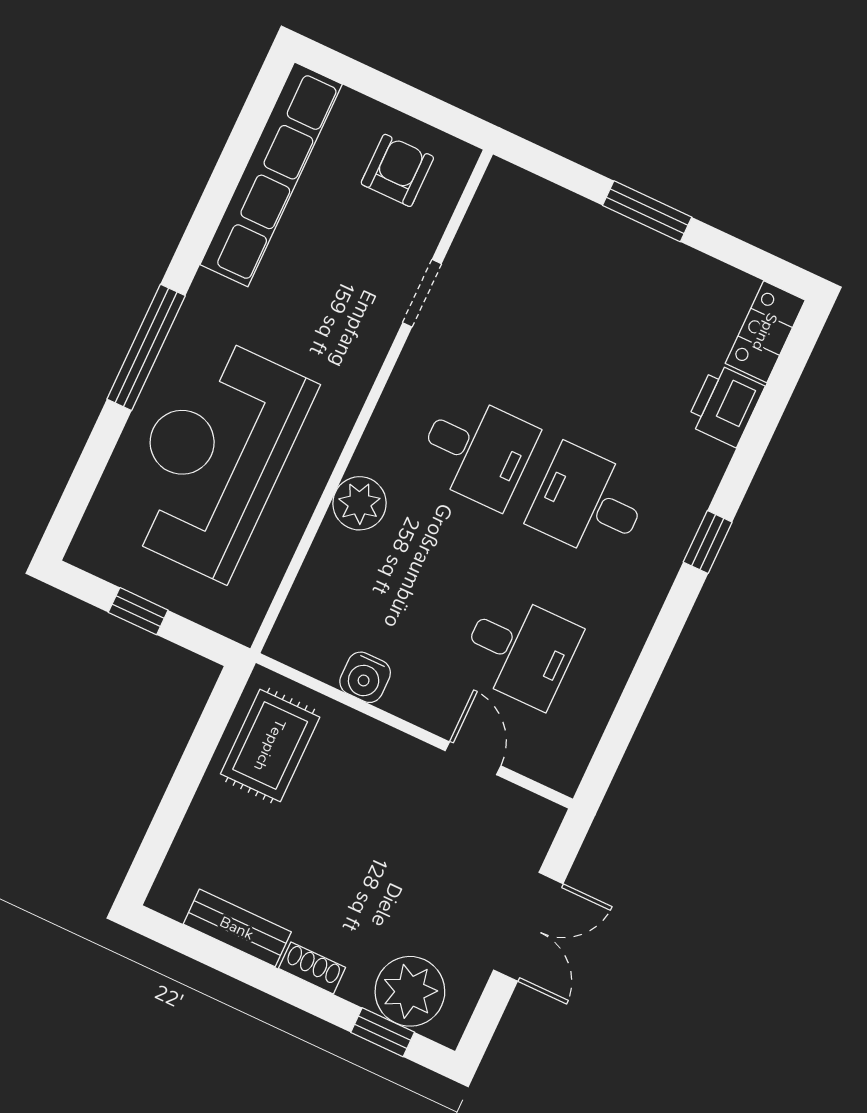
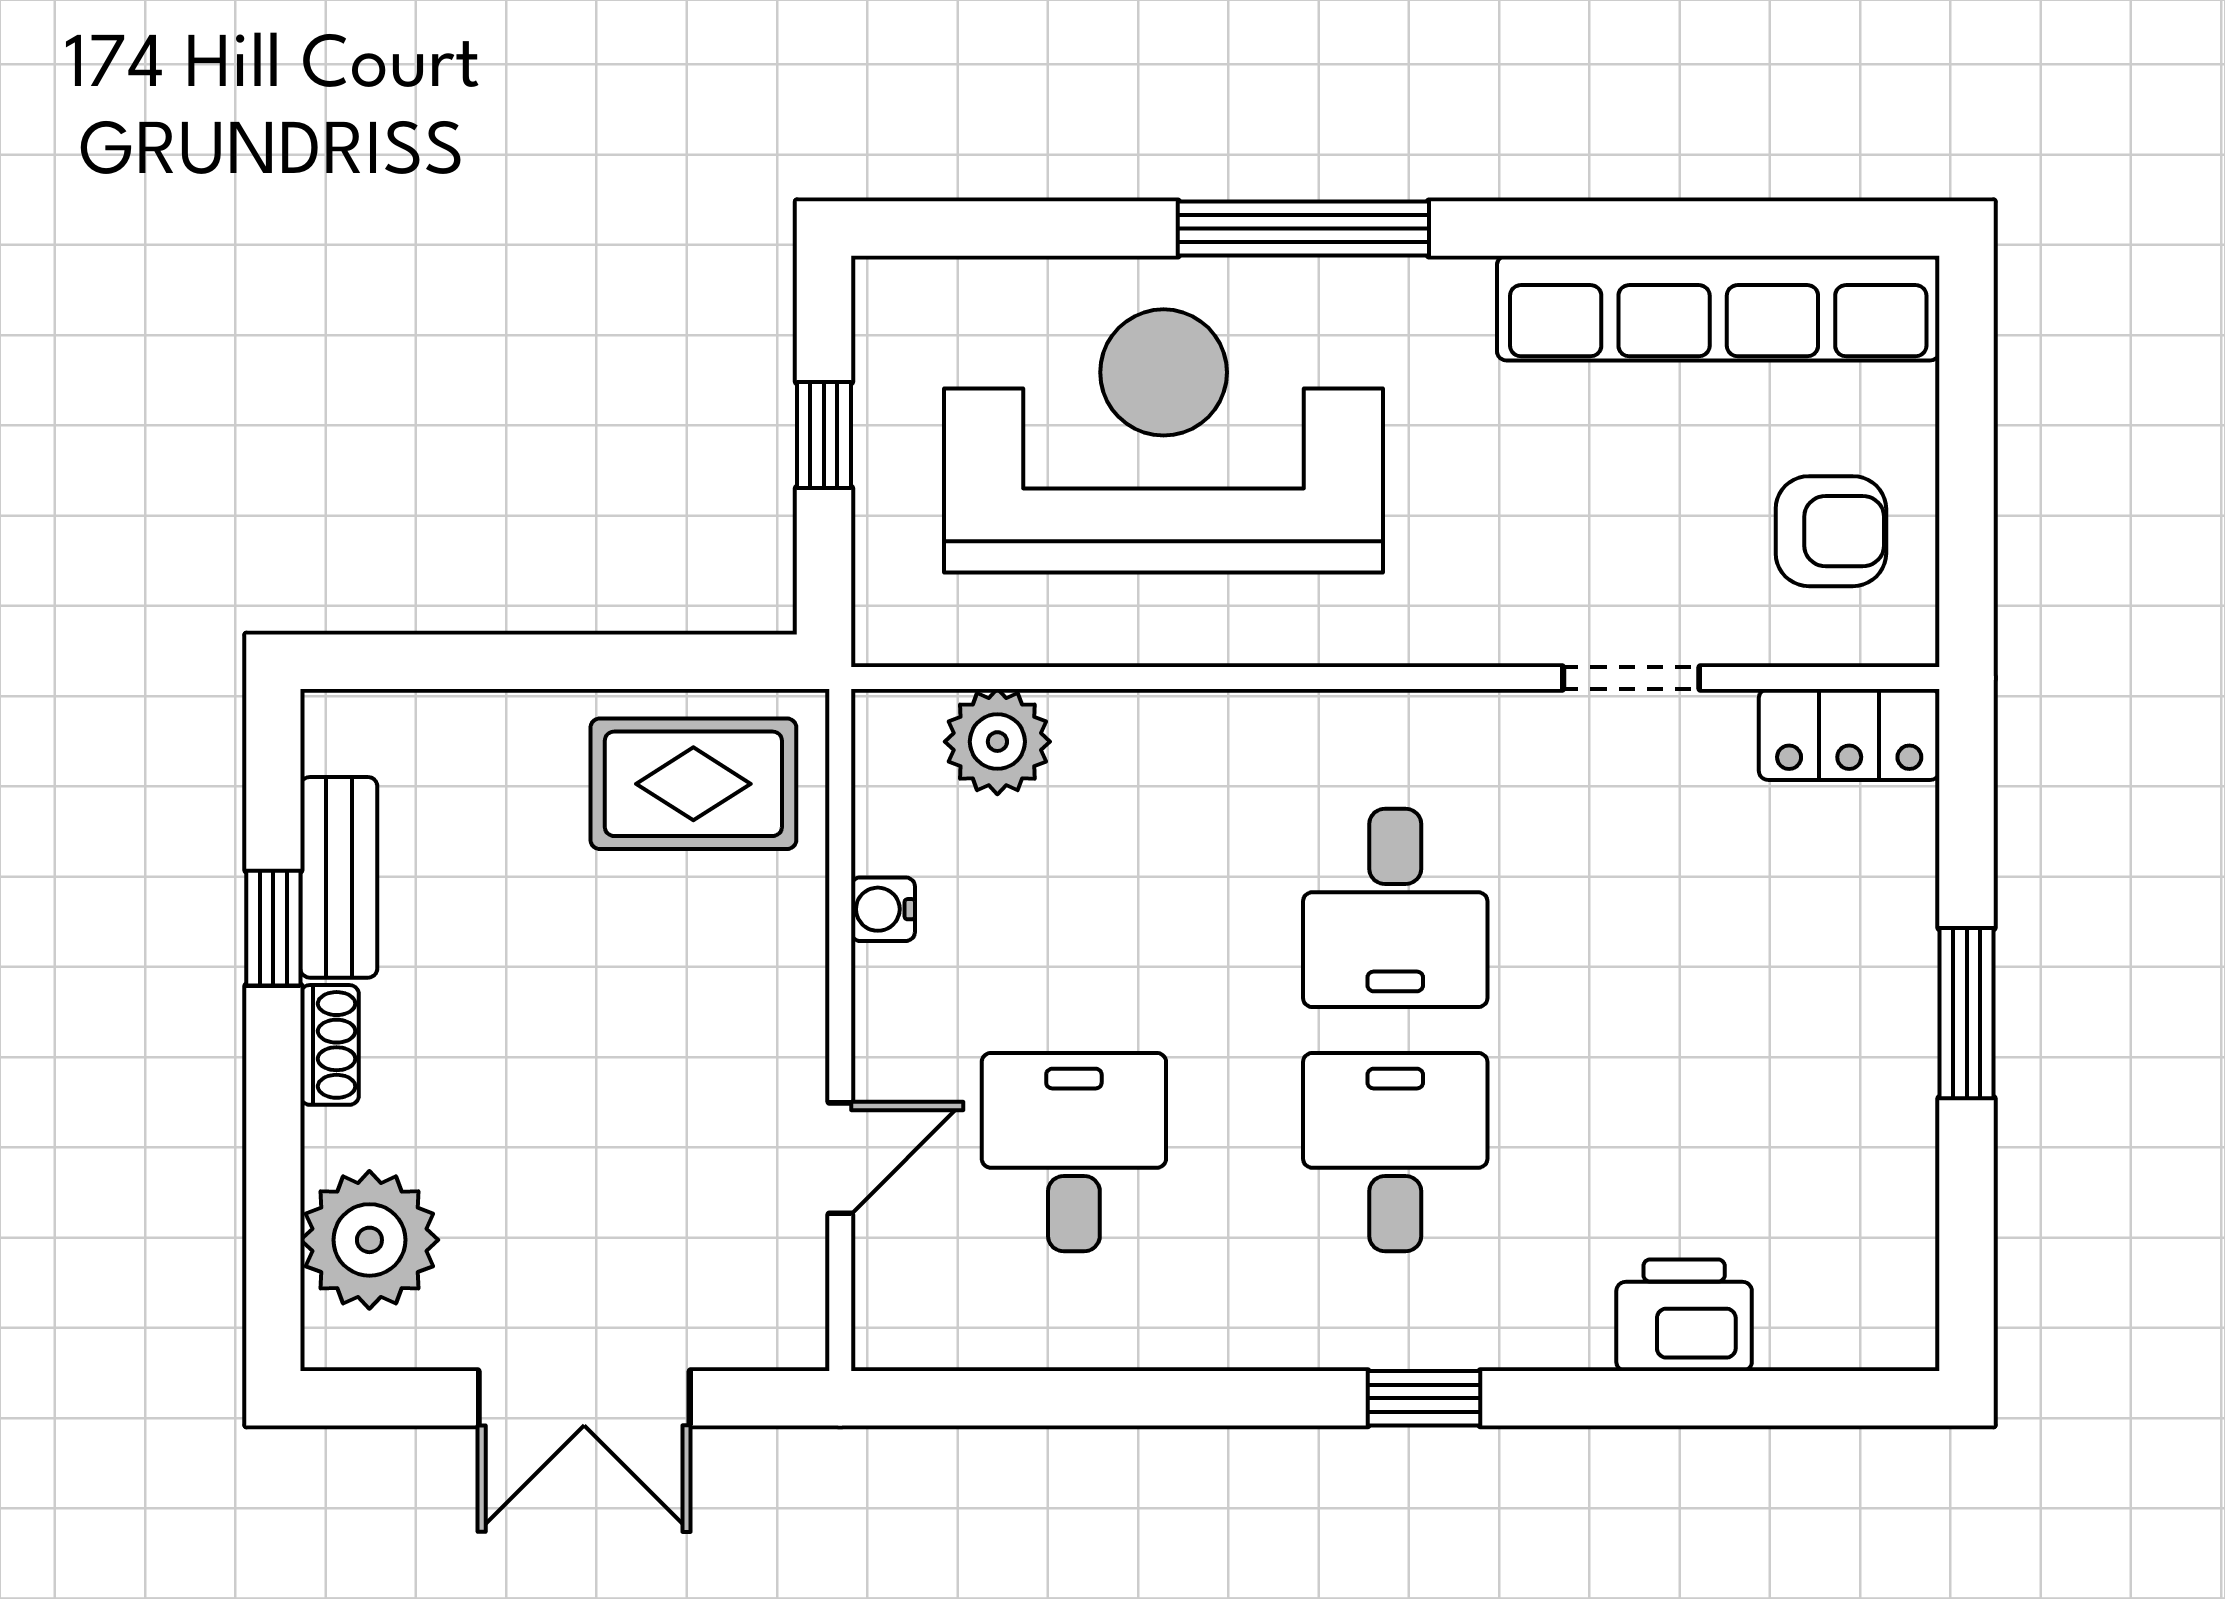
locker: (765, 332) -> (1849, 734), moved, turned 180
plant: (359, 503) -> (997, 742), moved
desk: (520, 650) -> (1074, 1152), turned 180
water cooler: (365, 677) -> (883, 909), width x0.72, depth x0.72
window: (383, 1032) -> (273, 928), moved

